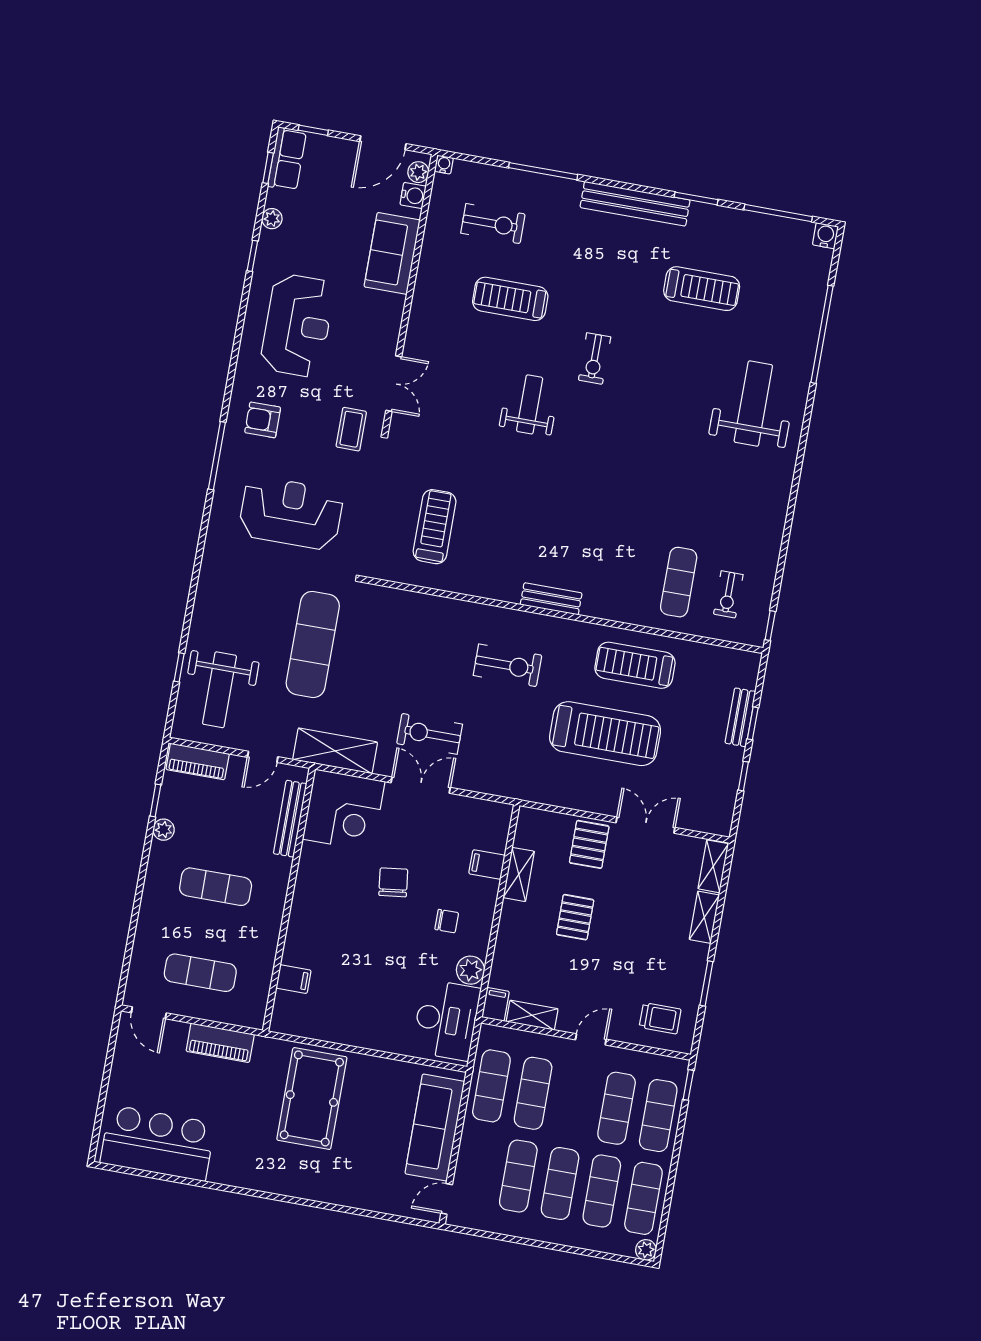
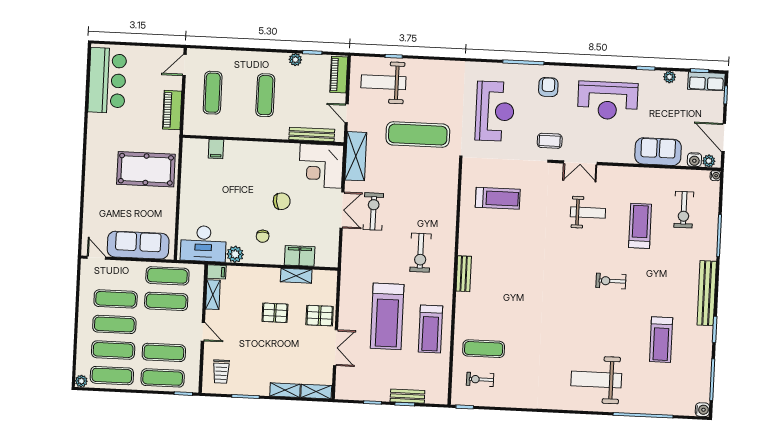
weight bench: (530, 404) -> (588, 213), moved
weight bench: (753, 404) -> (596, 380), turned 180
treadmill: (635, 665) -> (430, 329), turned 180
filing cabinet: (487, 865) -> (300, 256), width x2.00

